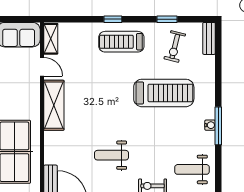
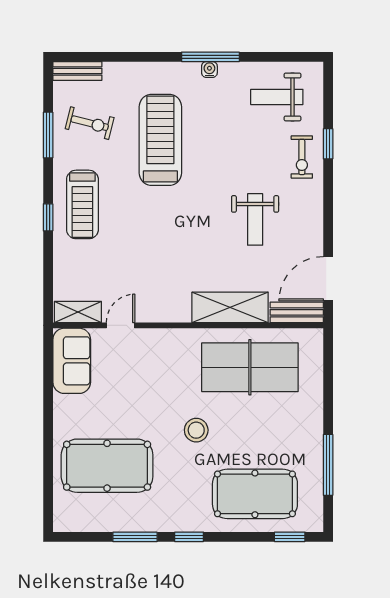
window: (167, 19) -> (48, 135), width x1.50
shelving: (54, 105) -> (230, 307), moved
weight bench: (192, 169) -> (277, 97), turned 90

